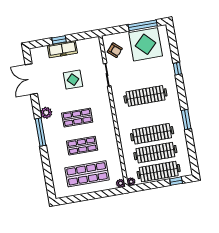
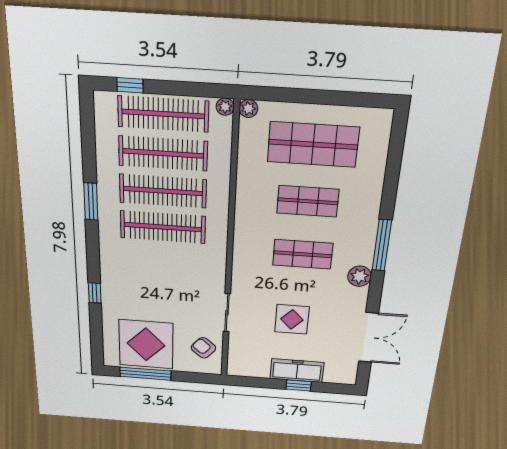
clothes rail: (145, 96) -> (163, 227), moved

